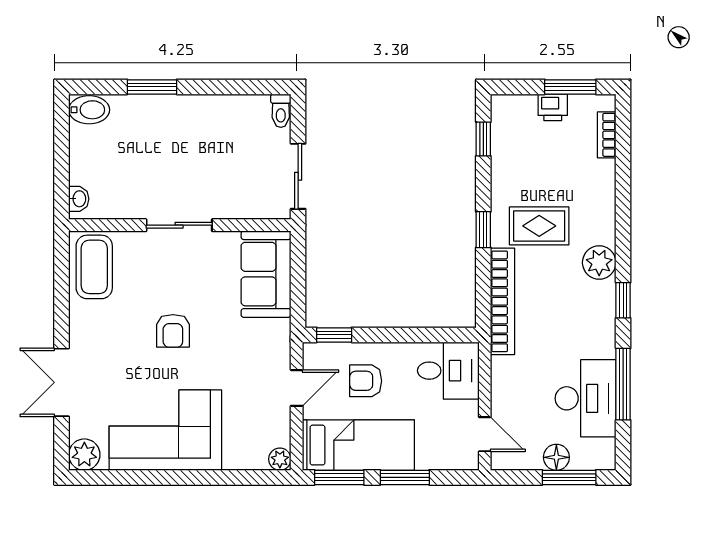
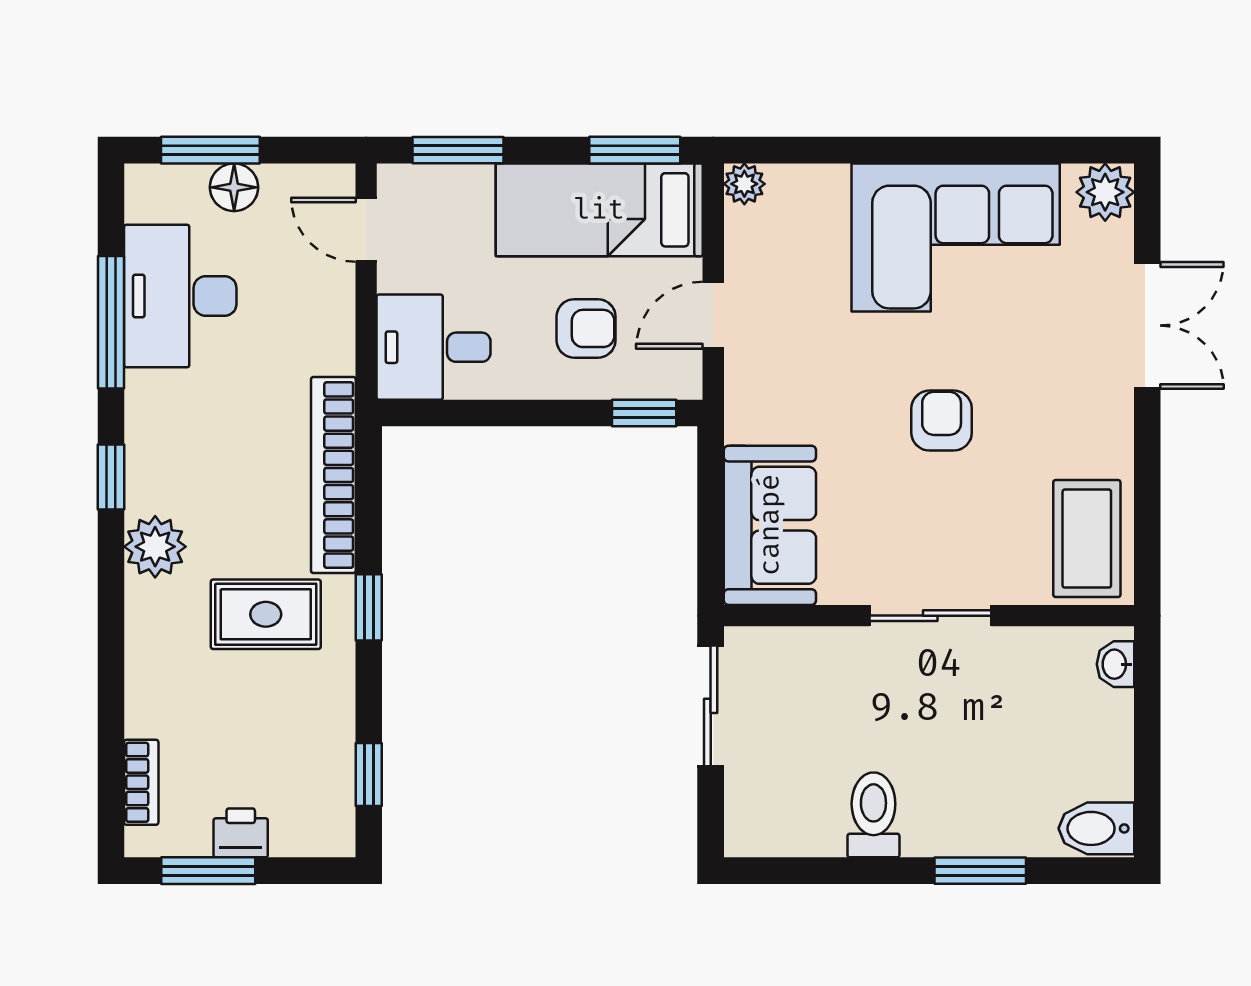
toilet: (281, 111) -> (873, 815), moved, width x1.37, depth x1.39
window: (405, 477) -> (458, 150), moved

